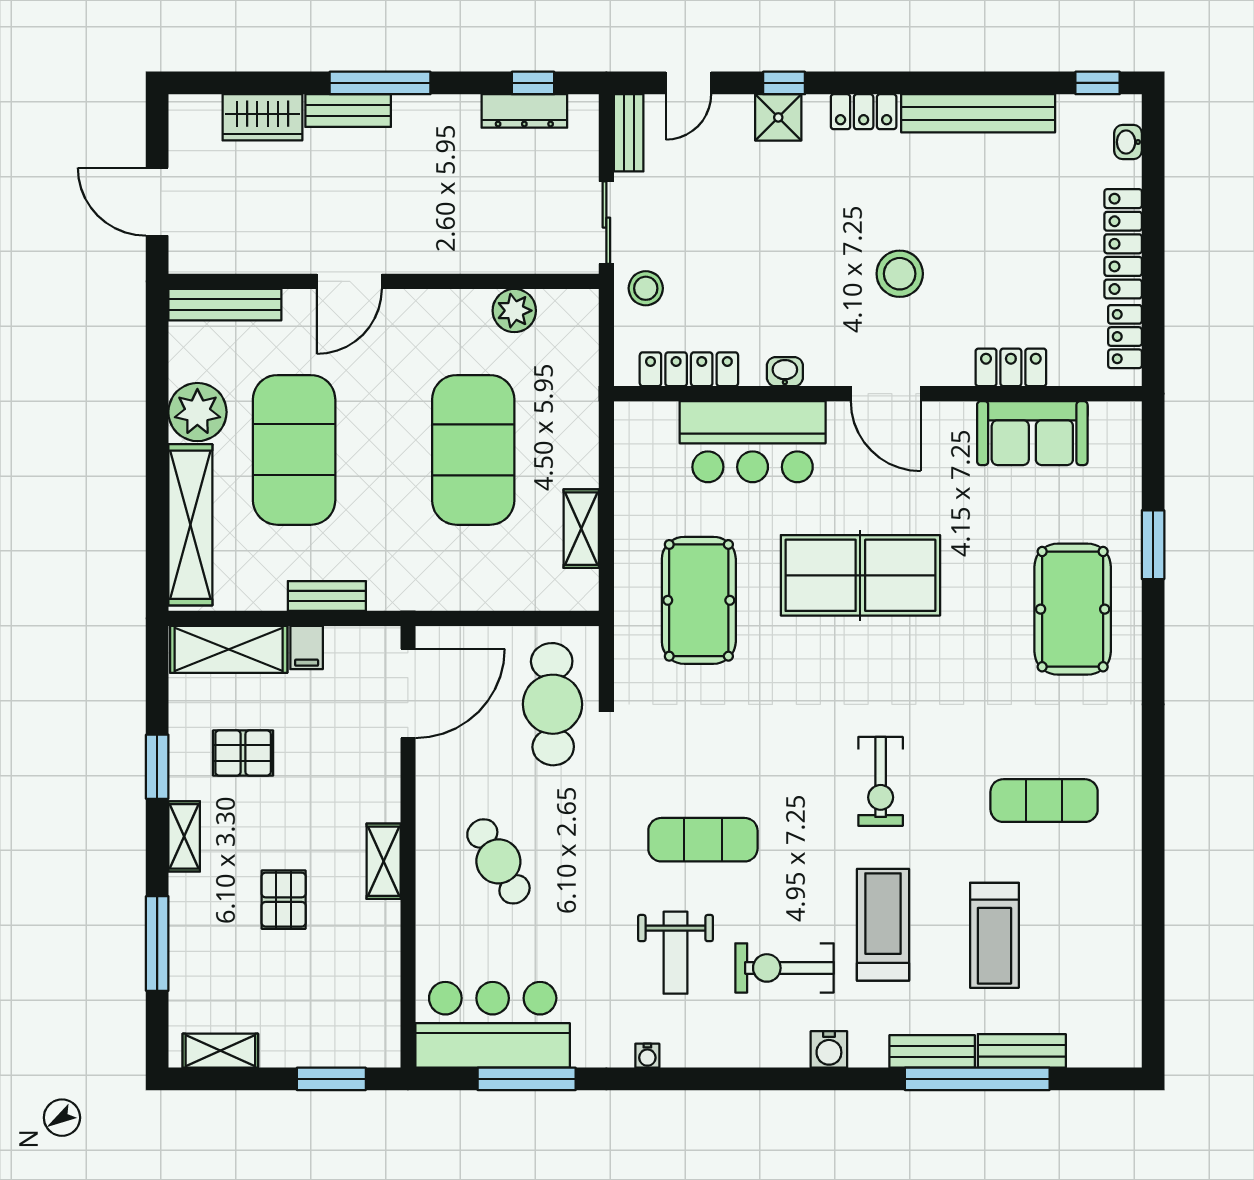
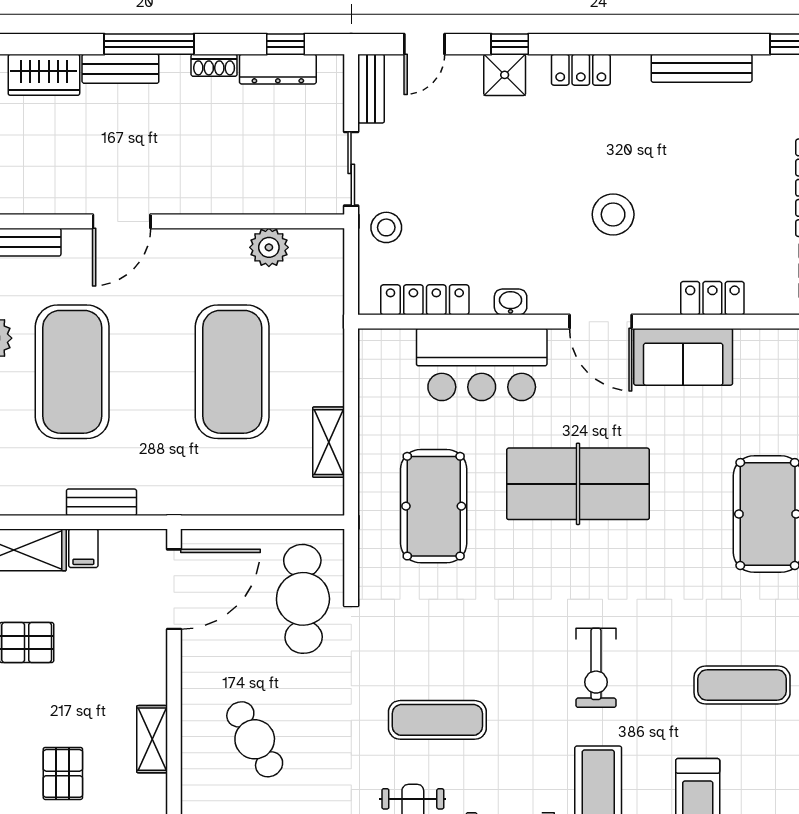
shoe rack: (453, 107) -> (214, 65), added
bench: (978, 113) -> (702, 68), width x0.73, depth x0.82
sofa: (1032, 433) -> (683, 357), moved

